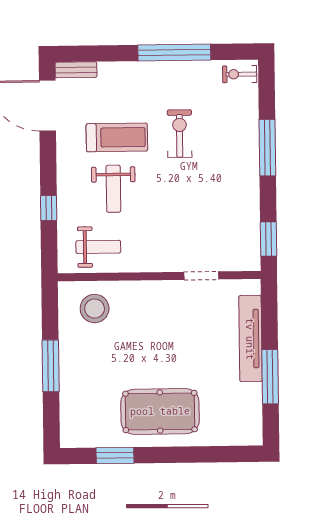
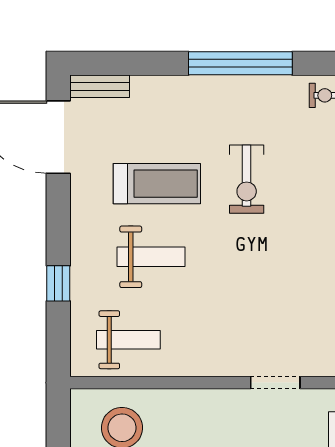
exercise bike: (180, 134) -> (247, 179), turned 180
weight bench: (113, 189) -> (151, 257), turned -90

